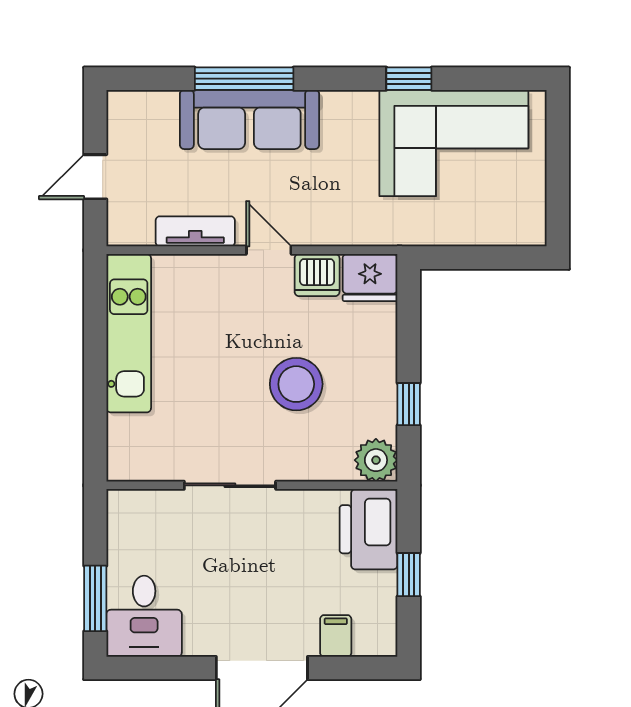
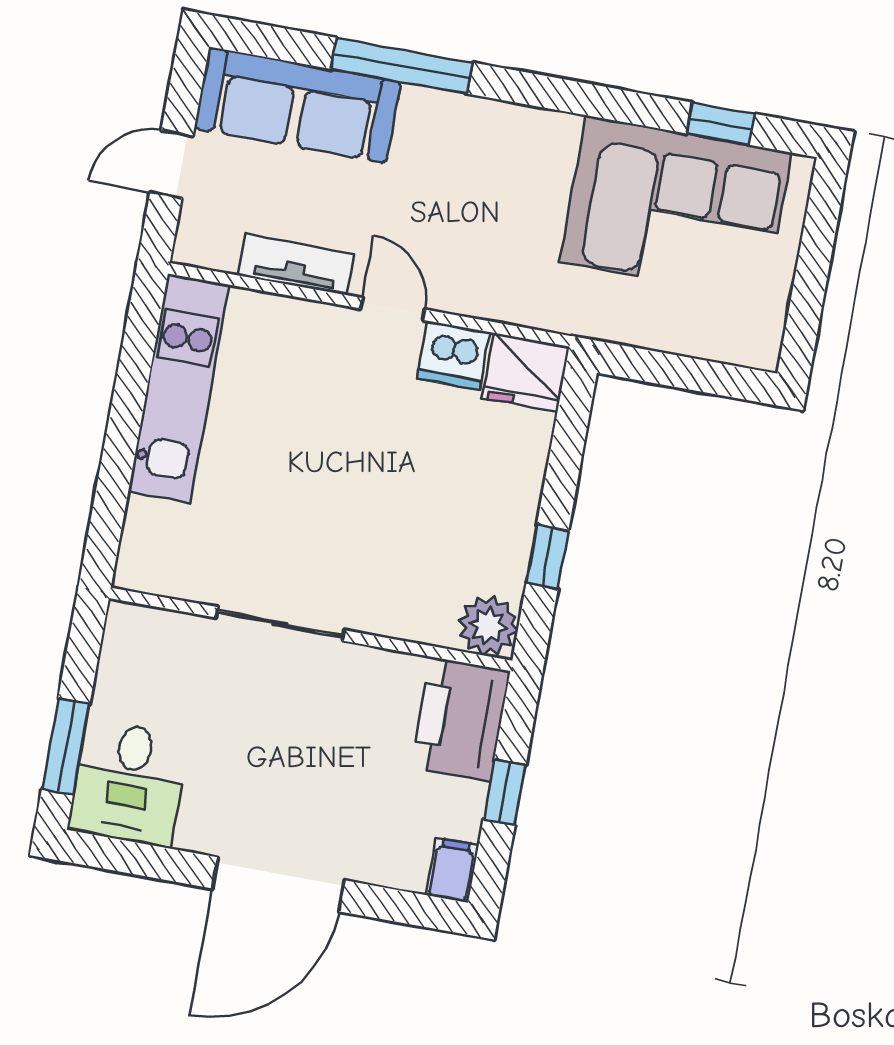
window: (409, 79) -> (720, 124), moved
sofa: (249, 119) -> (298, 105), moved
stool: (296, 384) -> (397, 501), removed
filing cabinet: (336, 636) -> (452, 870), moved

